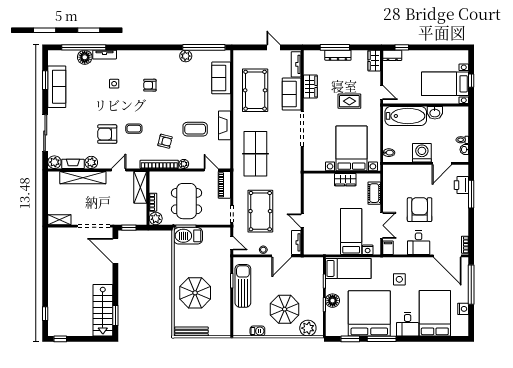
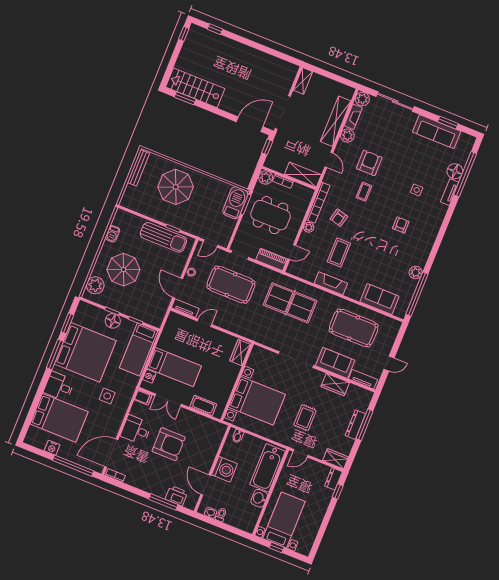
wardrobe: (345, 180) -> (240, 353), moved

